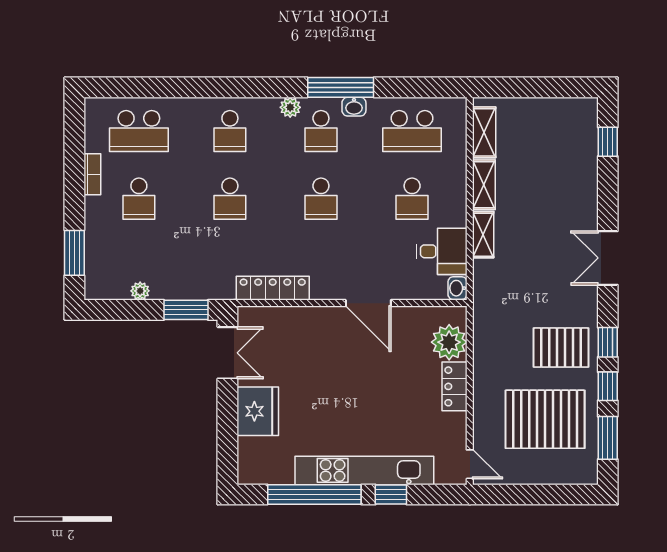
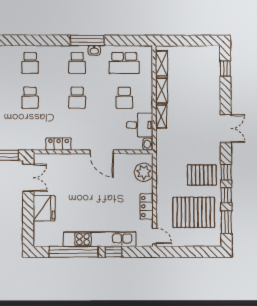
plant: (290, 107) -> (61, 51), removed
double door: (608, 258) -> (226, 128), swing flipped
locker: (273, 288) -> (59, 144), width x0.66
locker: (455, 386) -> (147, 206), moved

